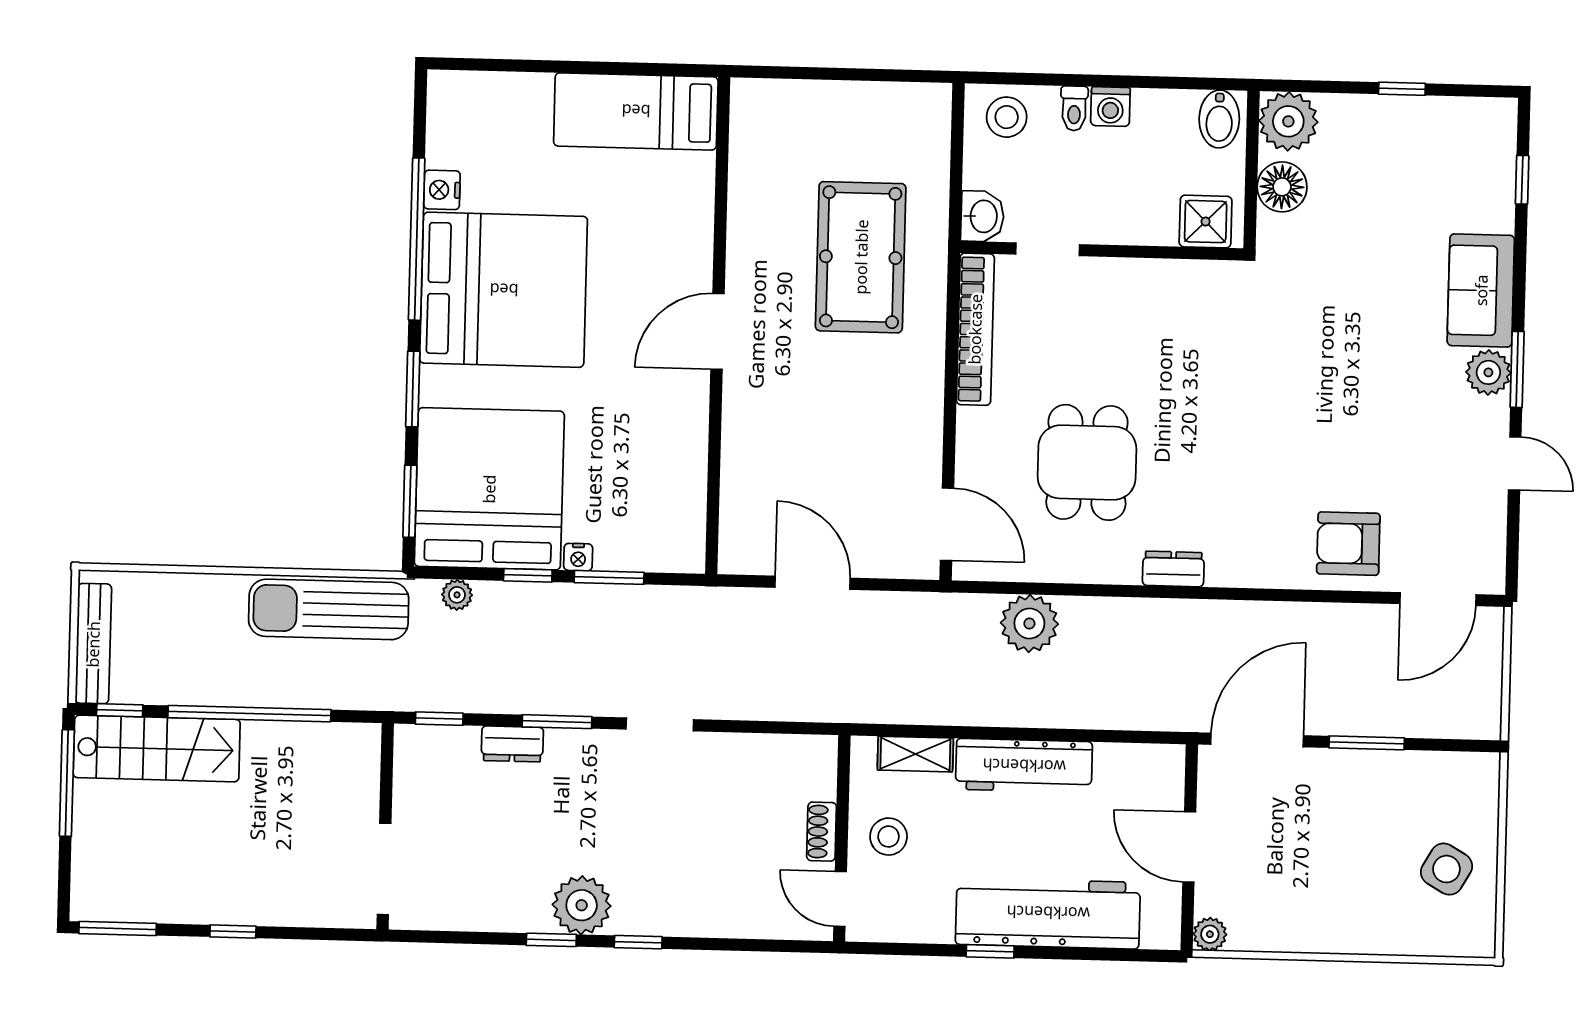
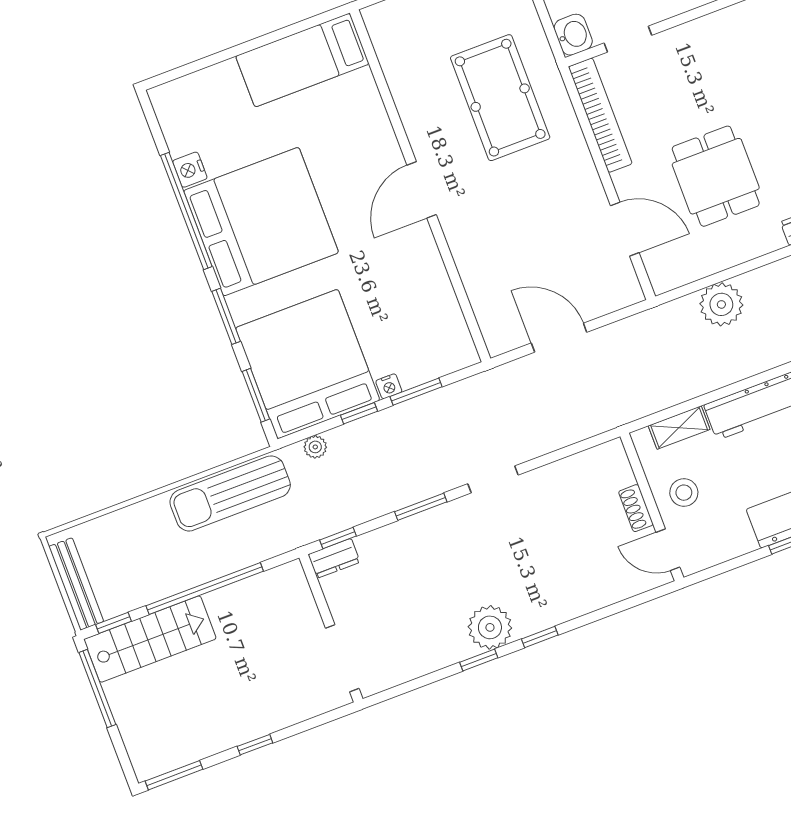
door: (947, 524) -> (625, 229), moved
dresser: (512, 744) -> (334, 558), moved

